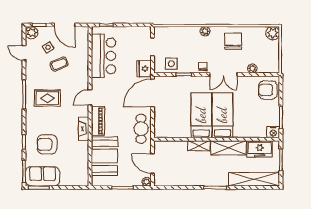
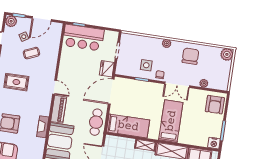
door: (65, 25) -> (42, 19), hinge flipped
bar counter: (103, 56) -> (83, 38), moved, turned 90
side table: (171, 64) -> (146, 65), moved
armchair: (268, 90) -> (215, 105), turned -90
door: (90, 97) -> (55, 87), swing flipped
bed: (201, 115) -> (128, 126), moved, turned 90
fireplace: (84, 129) -> (43, 127), moved

